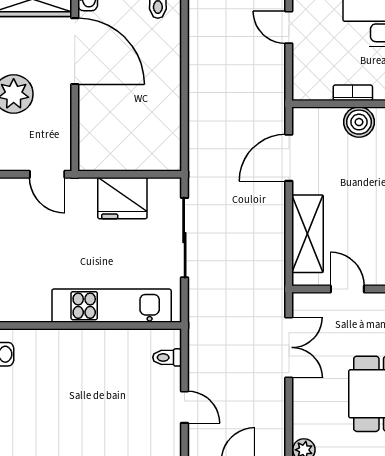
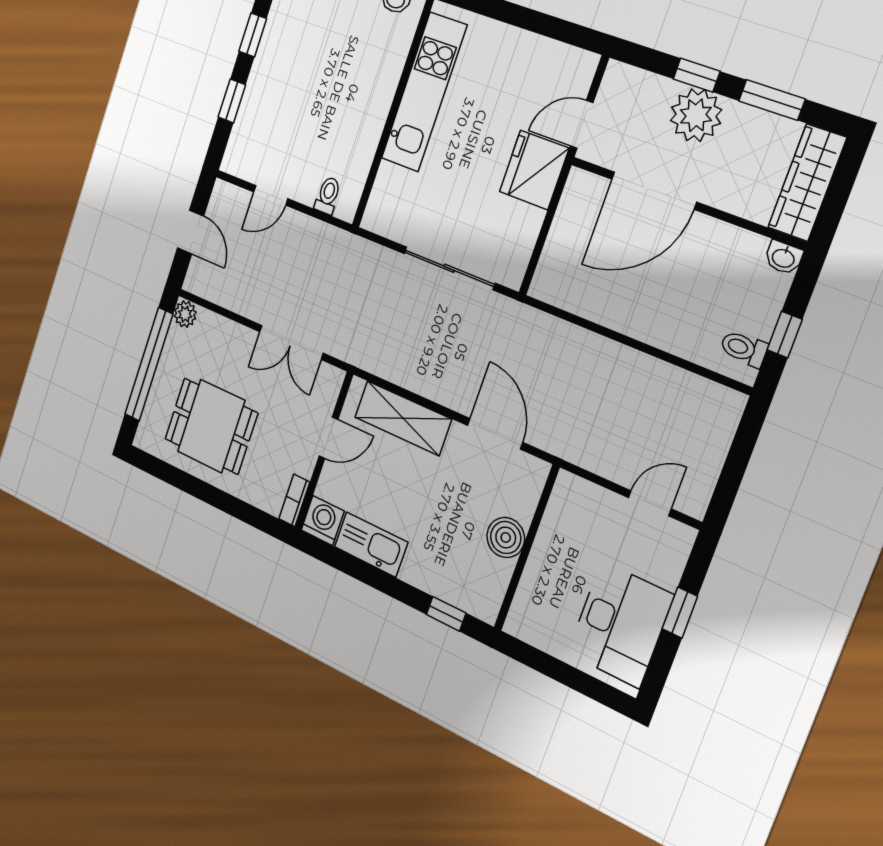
door: (75, 51) -> (654, 191), moved
bookcase: (353, 93) -> (542, 546), removed
fridge: (122, 198) -> (534, 170), moved
kitchen unit: (112, 306) -> (424, 92), moved

